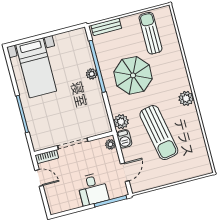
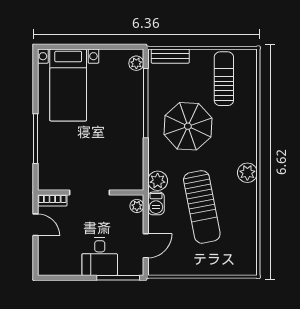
plant: (92, 74) -> (136, 63), moved

